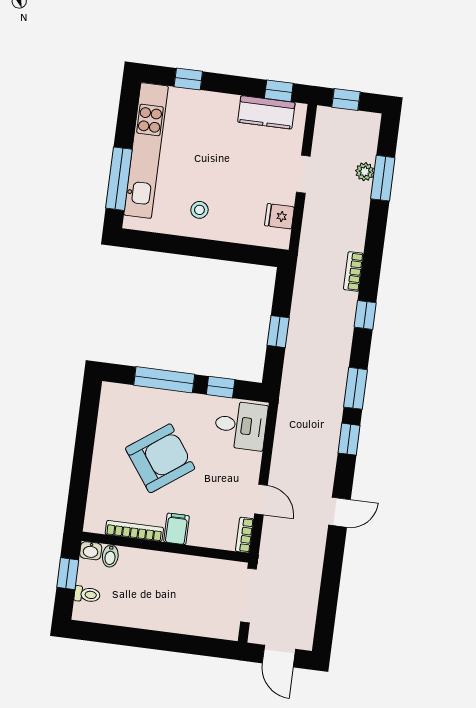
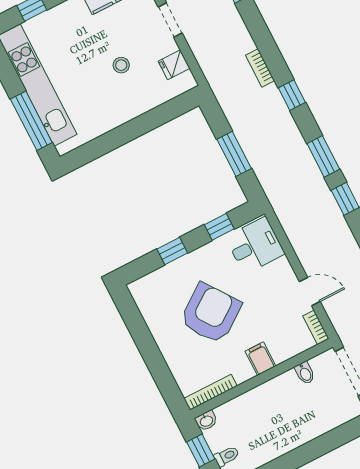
stool: (199, 210) -> (121, 65), moved
window: (278, 332) -> (234, 154), width x1.50
window: (164, 380) -> (172, 251), width x0.46
bookcase: (134, 531) -> (210, 392), moved
bidet: (110, 556) -> (305, 373), moved

